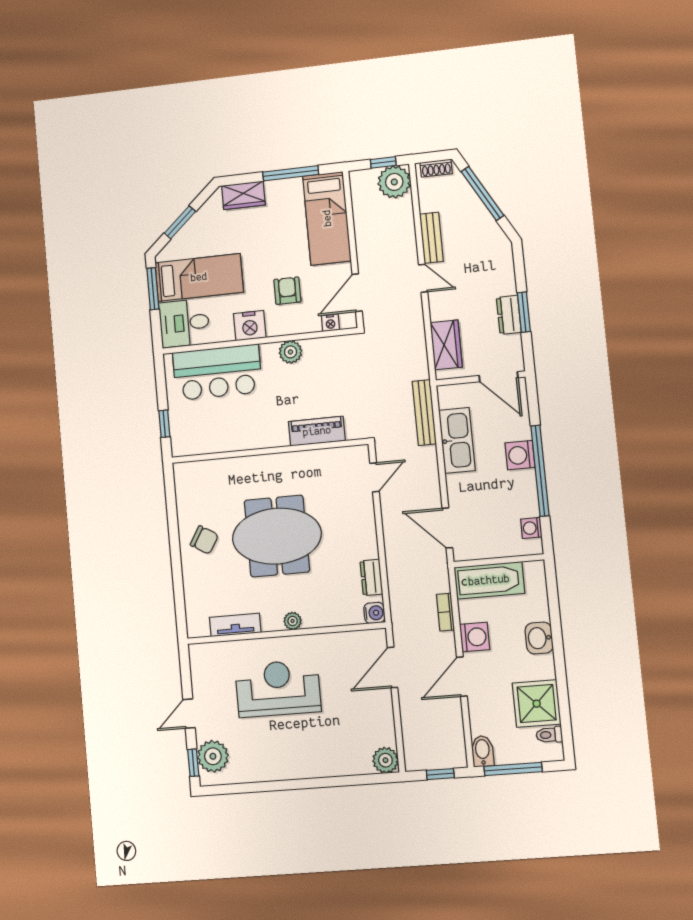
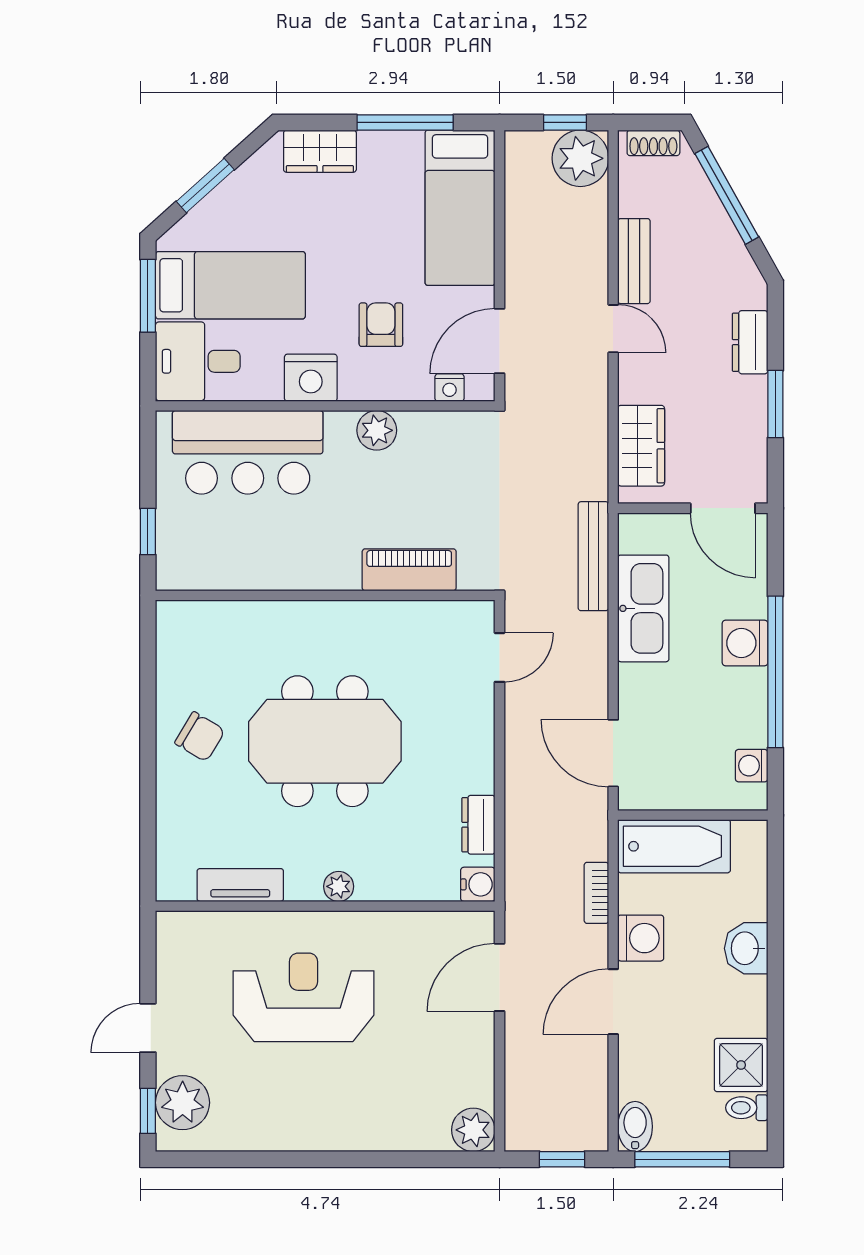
dresser: (509, 315) -> (750, 342), moved
shower: (537, 704) -> (741, 1065), width x0.73, depth x0.73

